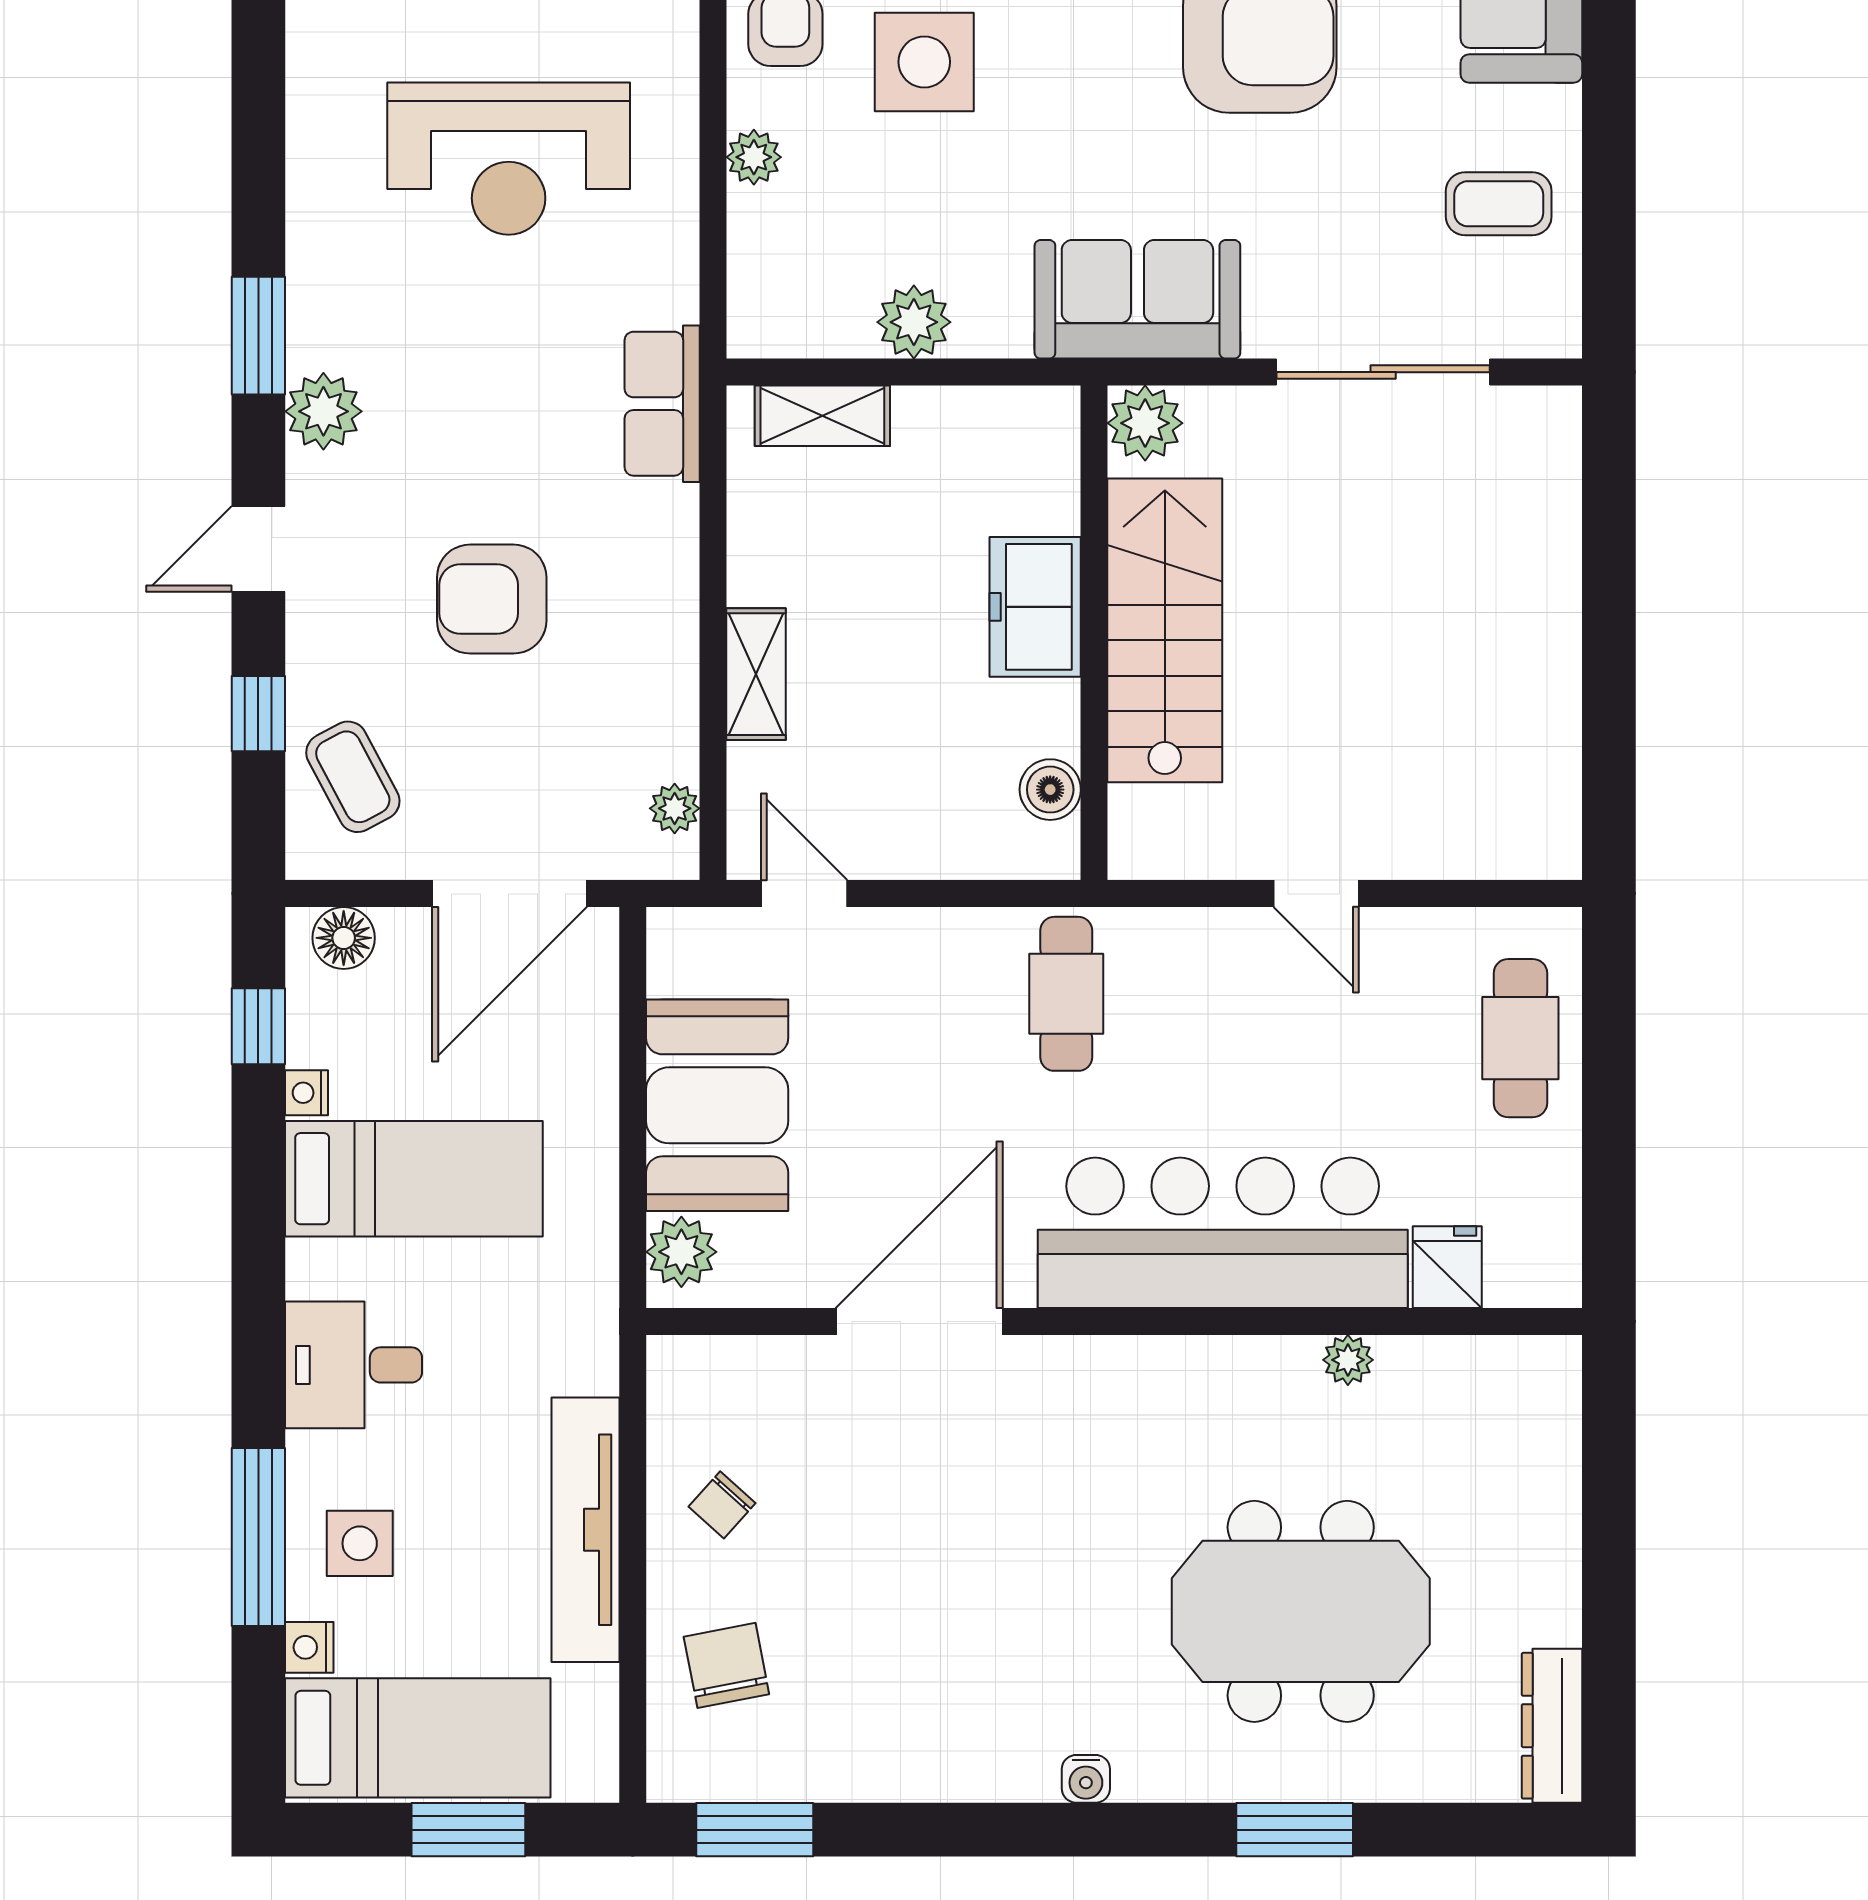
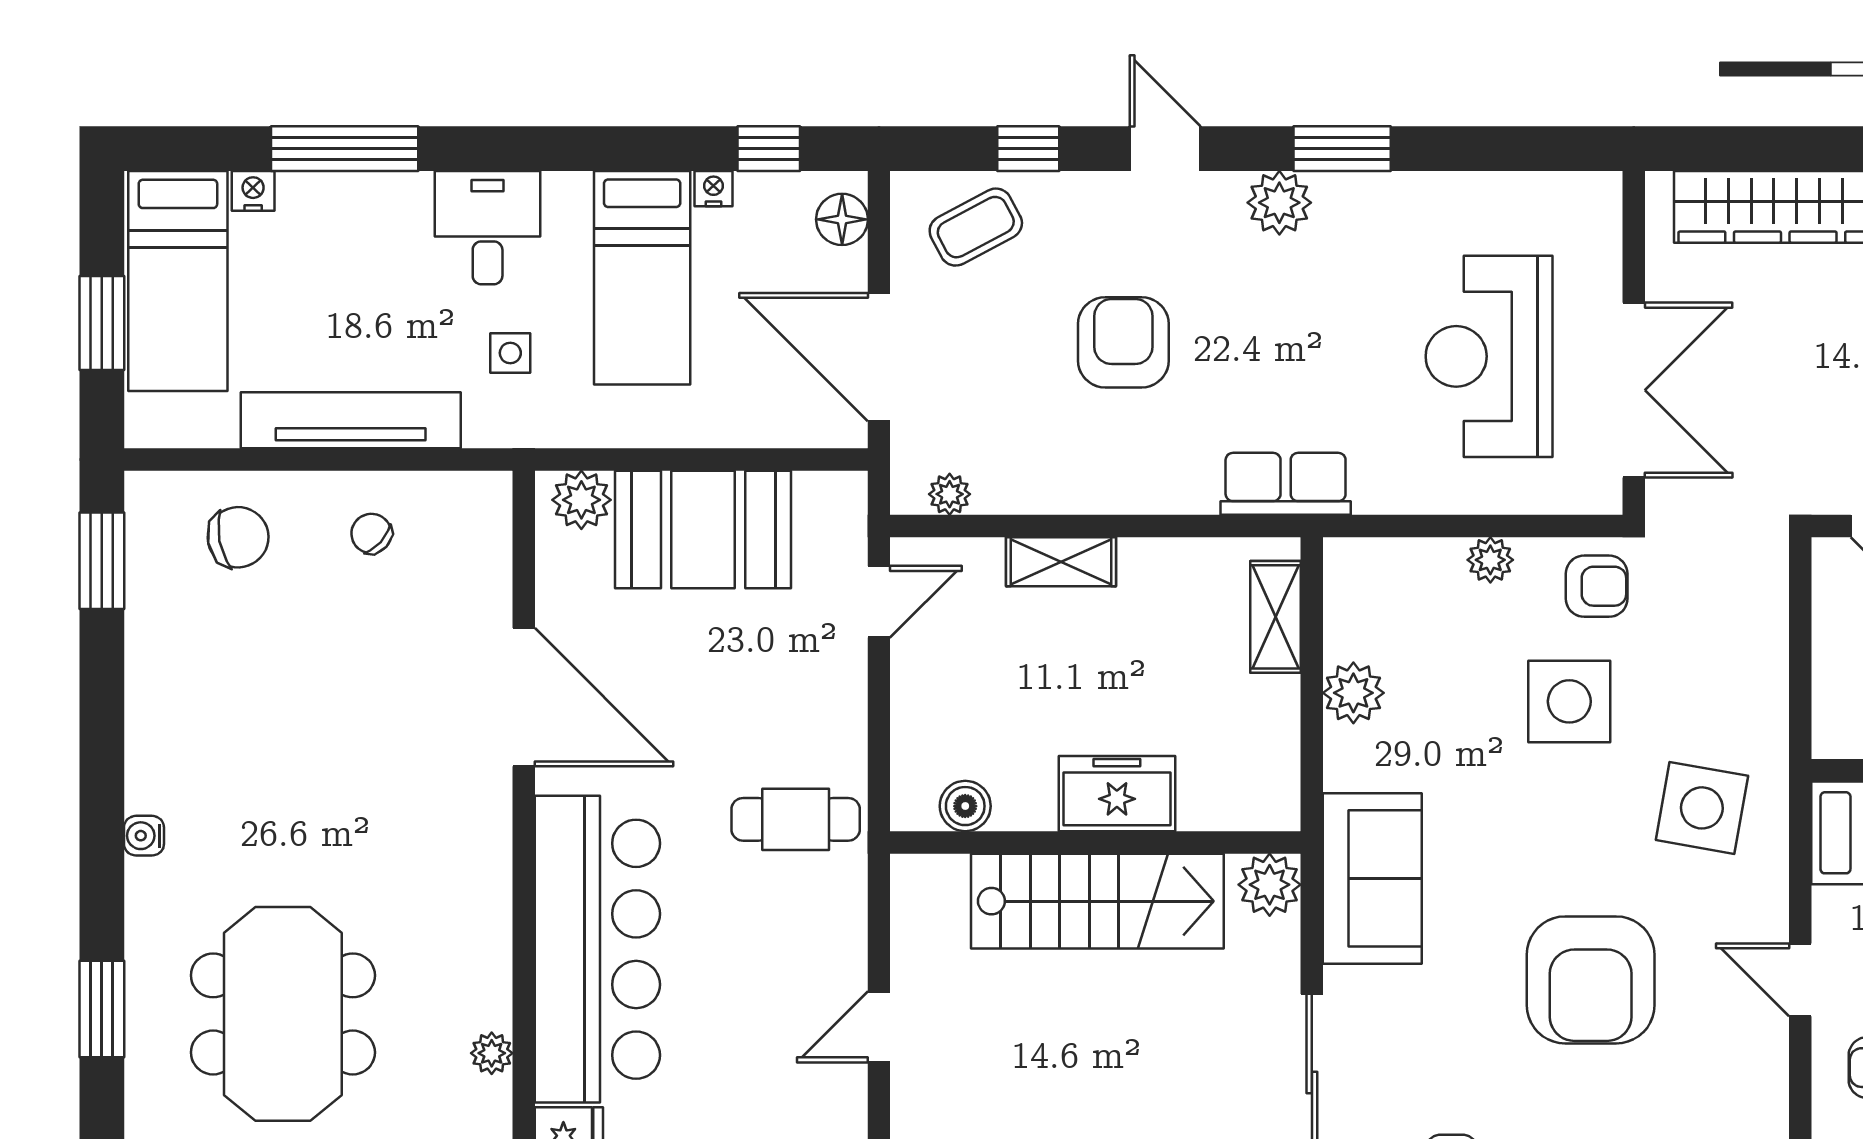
side table: (360, 1543) -> (510, 353), moved, width x0.73, depth x0.73

